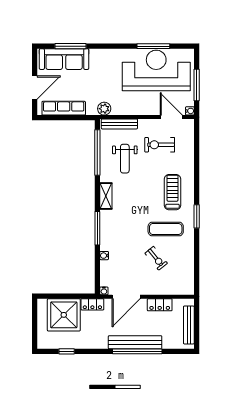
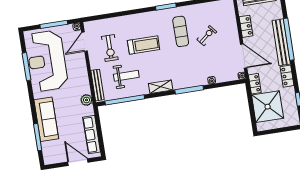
sofa: (64, 59) -> (46, 119), moved
treadmill: (173, 192) -> (144, 45), moved, turned 180
locker: (95, 343) -> (287, 76), added

